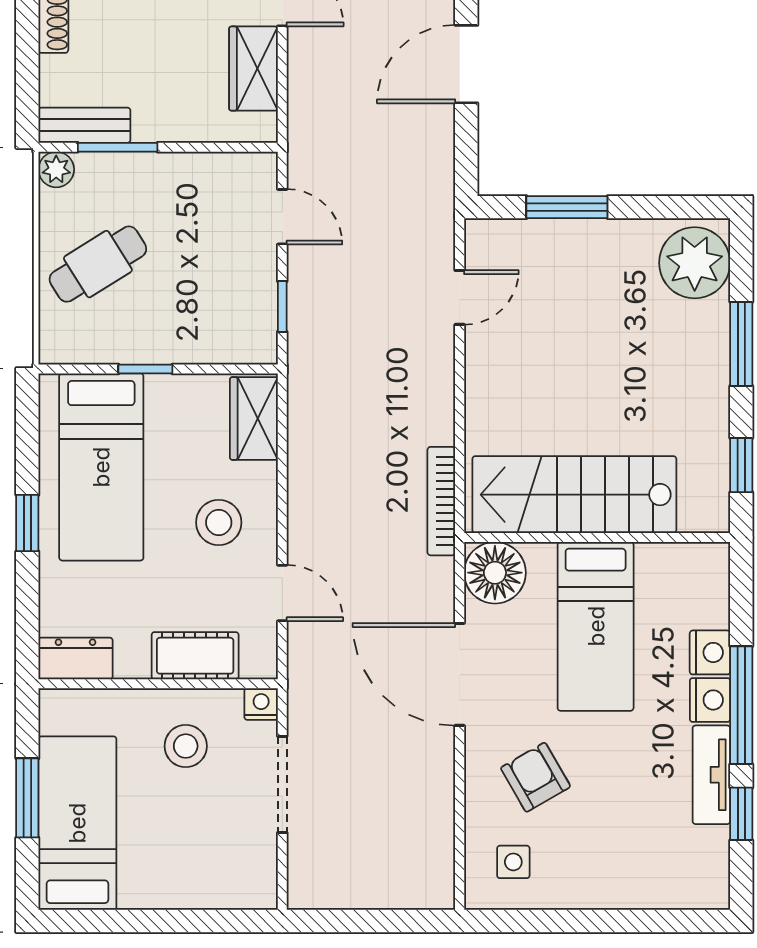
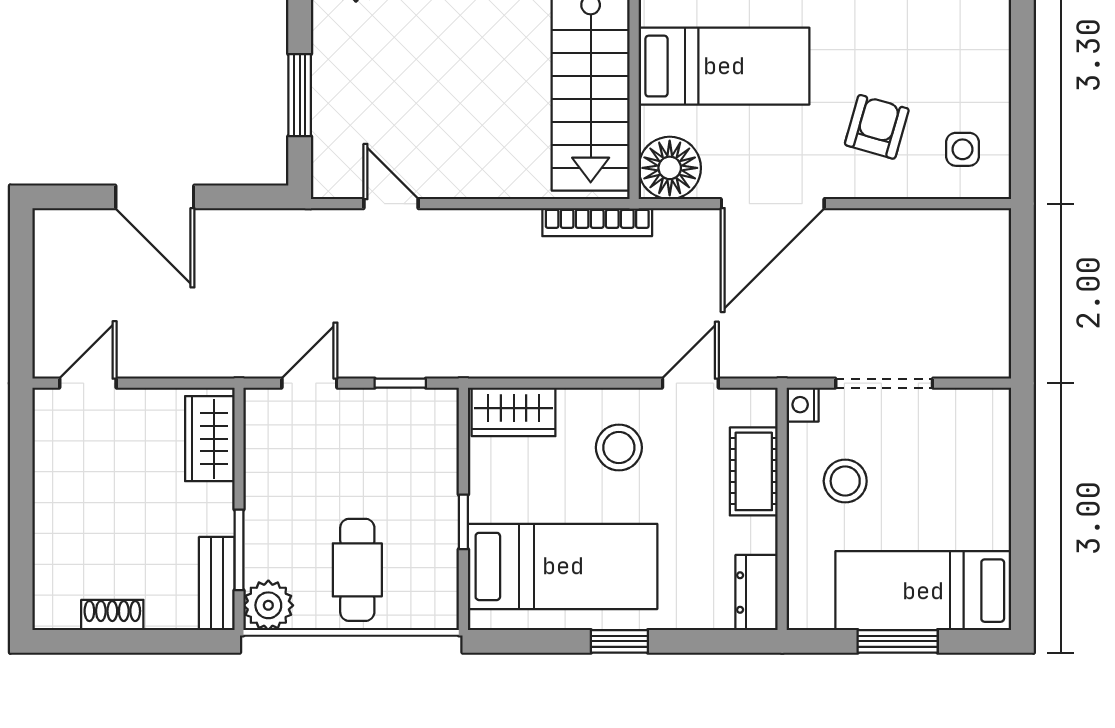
wardrobe: (253, 69) -> (210, 439), moved, turned 90
plant: (56, 170) -> (268, 605), width x1.38, depth x1.38
cafe table: (98, 264) -> (357, 570), turned 32
armchair: (536, 777) -> (877, 127), turned 136

